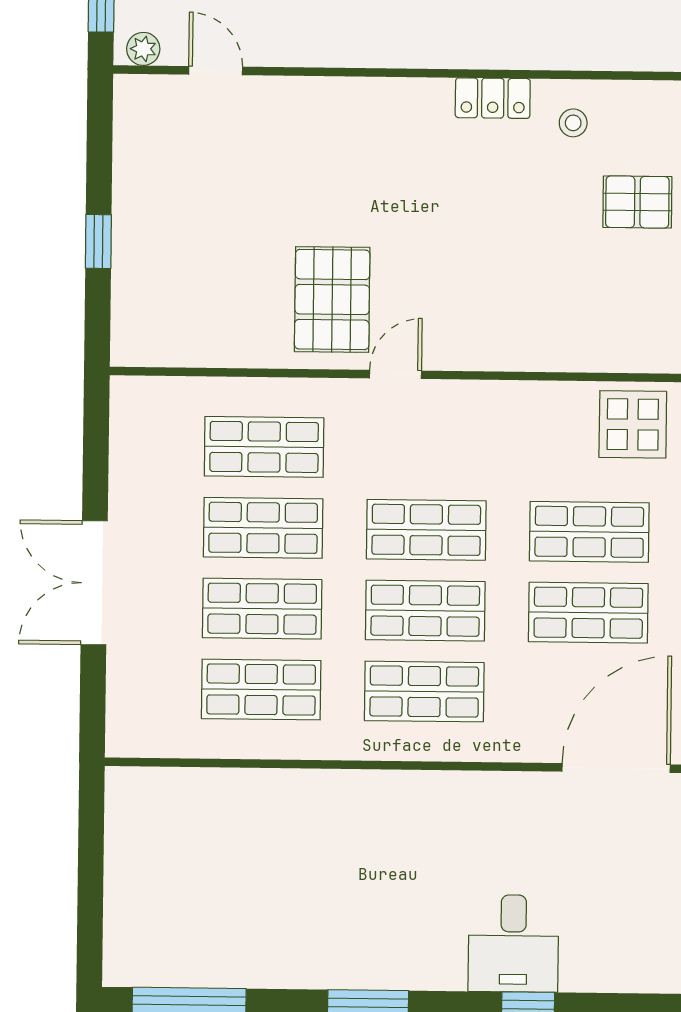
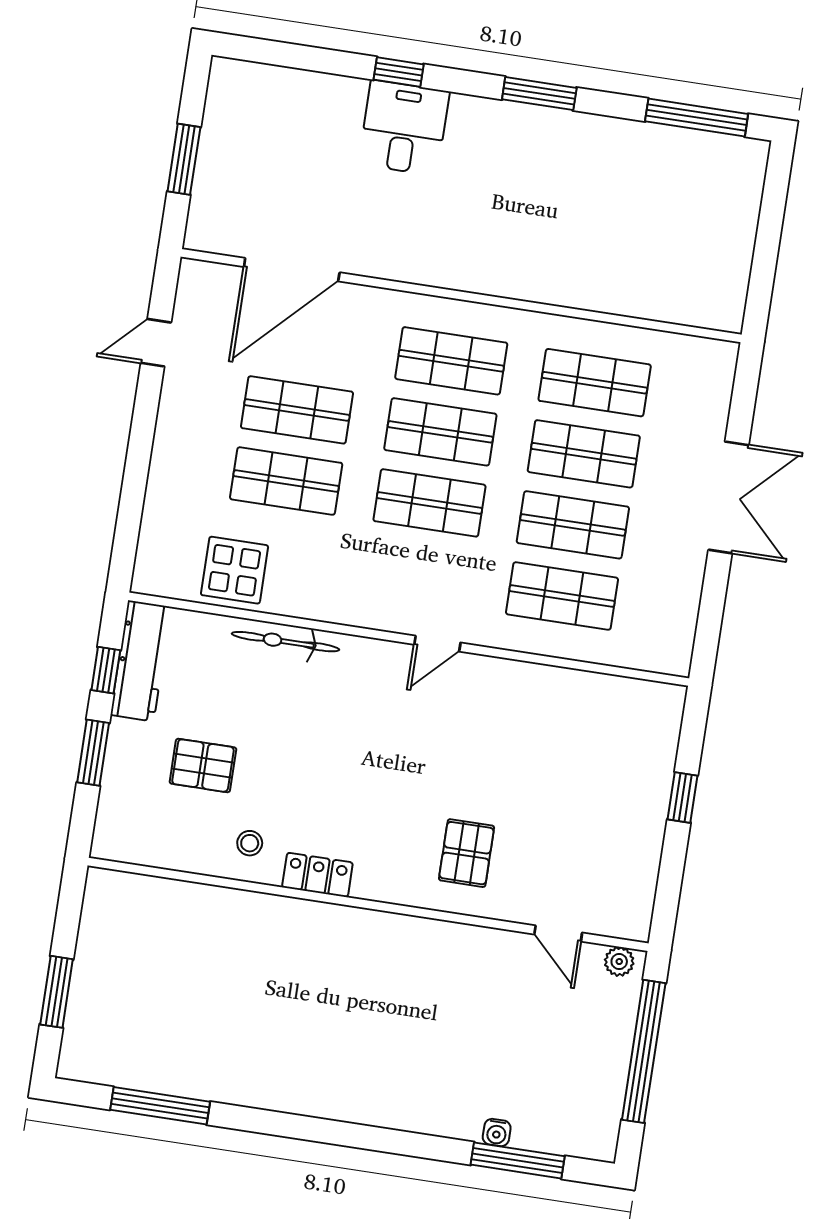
pallet: (332, 300) -> (467, 853), moved, width x0.67, depth x0.71
bicycle: (565, 353) -> (285, 642), added

